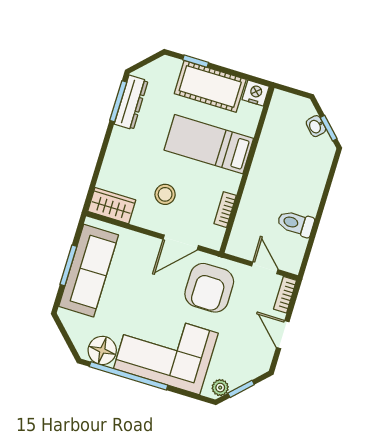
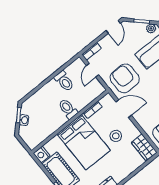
bed: (209, 144) -> (84, 142), width x1.50
toilet: (262, 187) -> (68, 109), added
armchair: (209, 288) -> (125, 78), turned -90
door: (283, 335) -> (113, 27), moved

